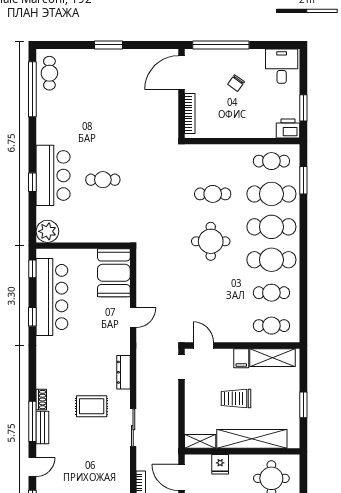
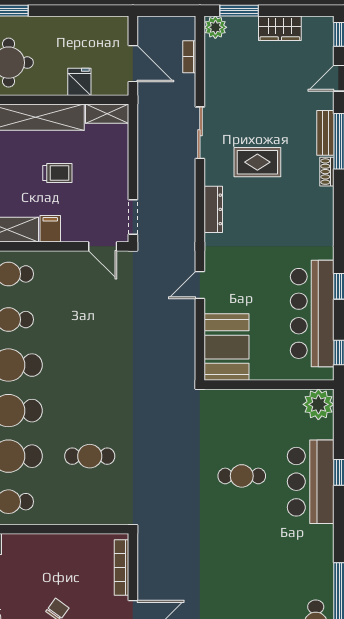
round table: (211, 241) -> (92, 391), removed
trolley: (236, 399) -> (57, 173), width x0.73, depth x0.72

